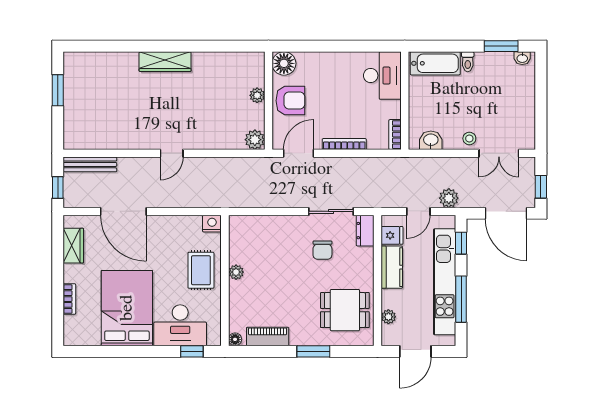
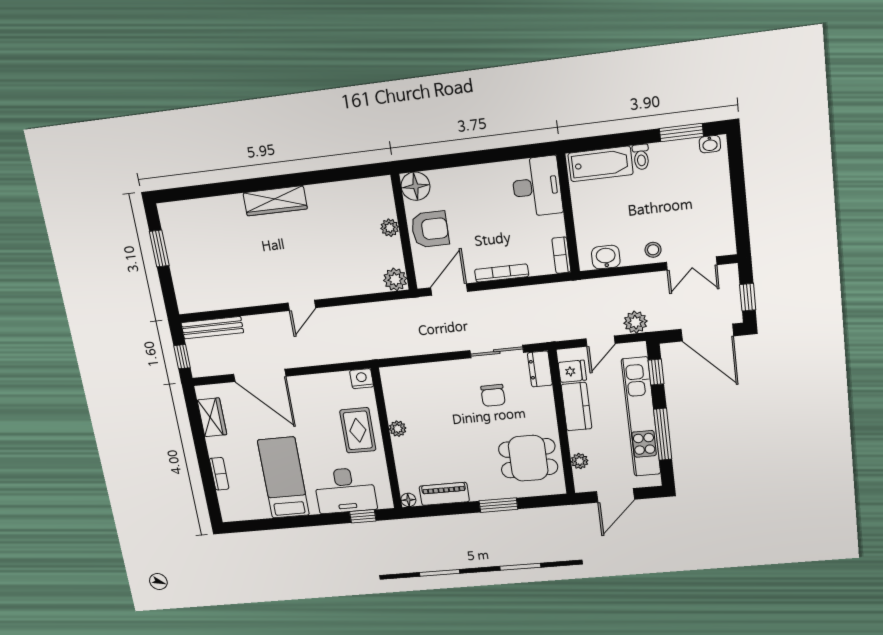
bed: (127, 308) -> (283, 478), width x0.67

